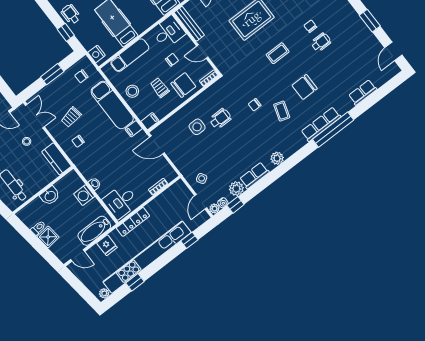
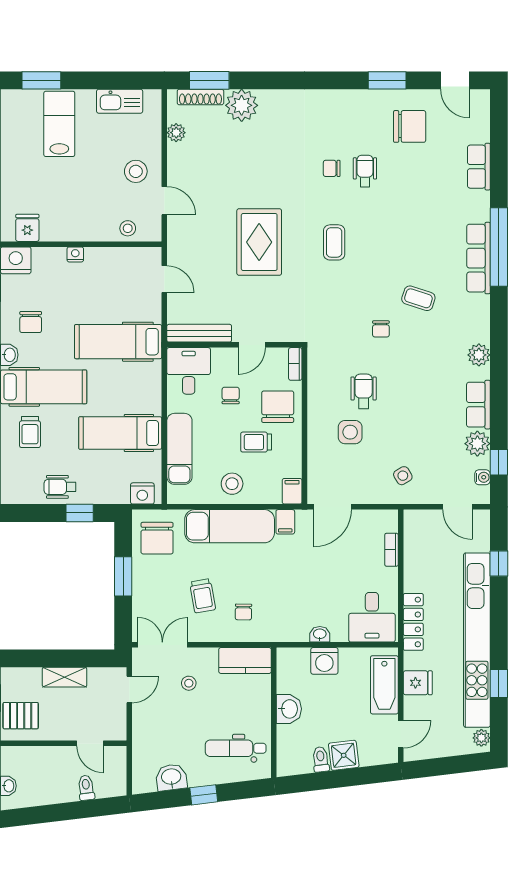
chair: (81, 76) -> (157, 538), width x1.87, depth x1.87
chair: (305, 87) -> (410, 126), moved, turned -90
side table: (202, 178) -> (403, 476), moved
plant: (214, 209) -> (482, 495), removed

